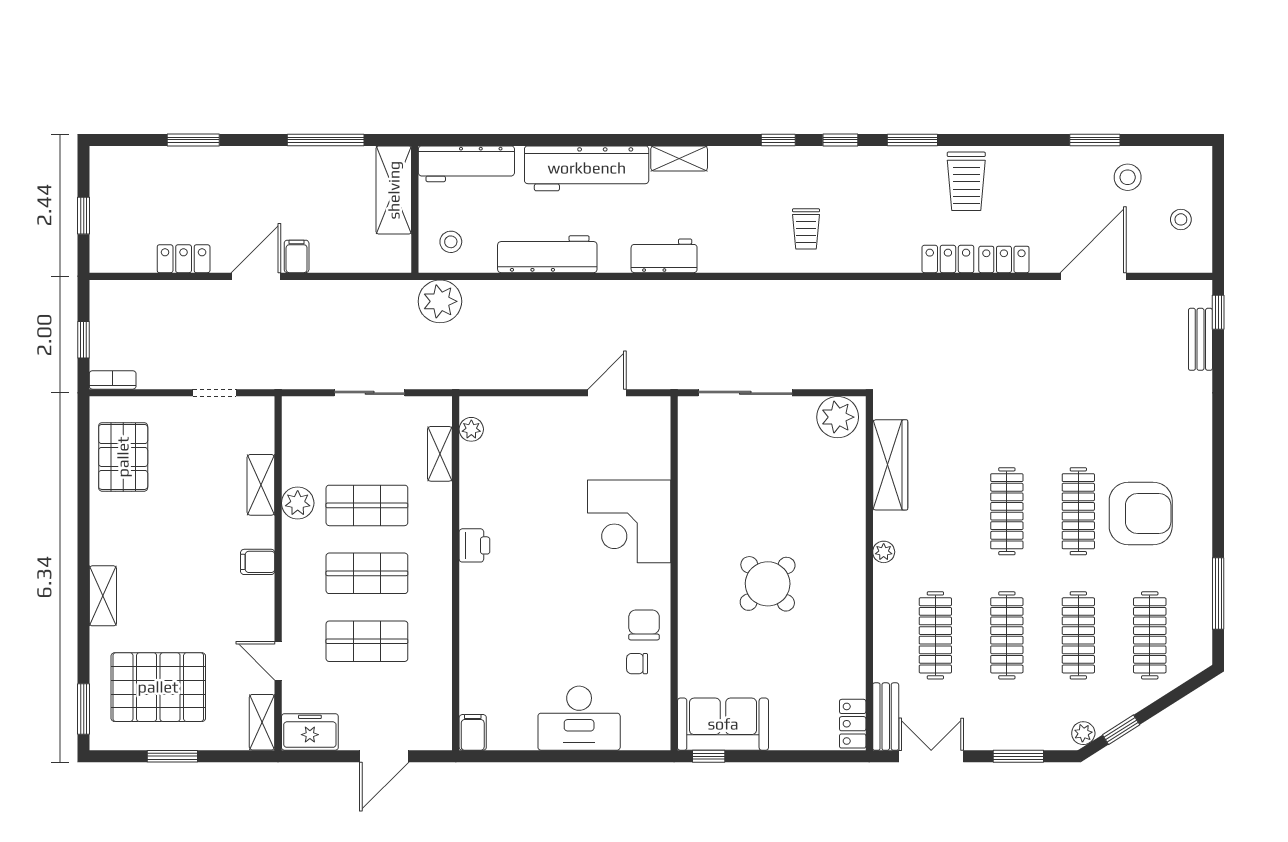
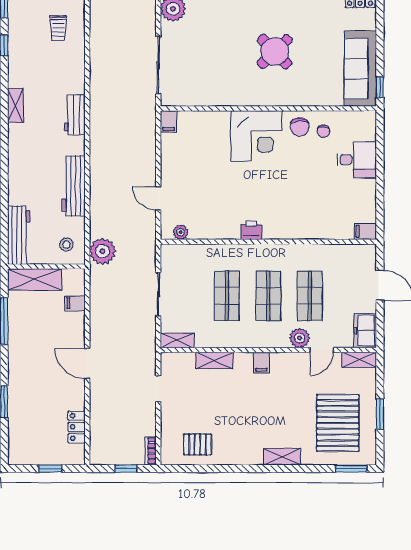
workbench: (587, 168) -> (21, 162), removed
trolley: (806, 229) -> (58, 28), turned 90
filing cabinet: (297, 256) -> (75, 303), moved
locker: (184, 259) -> (77, 427), moved
door: (607, 393) -> (158, 198), moved
filing cabinet: (653, 410) -> (169, 121), added
shelving: (440, 454) -> (177, 340), moved
pallet: (123, 457) -> (197, 444), width x0.67, depth x0.71
plant: (298, 503) -> (300, 338), moved
corner desk: (629, 521) -> (256, 136), moved
chair: (644, 625) -> (300, 127), turned -90
desk: (579, 718) -> (357, 160), width x0.73
sofa: (723, 724) -> (360, 69), width x1.36

